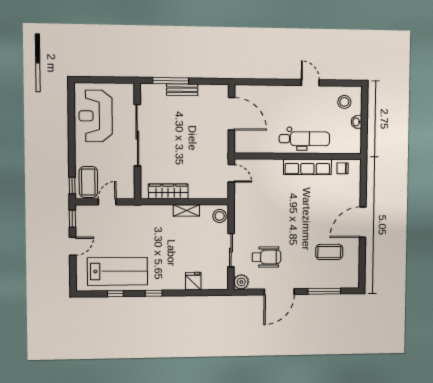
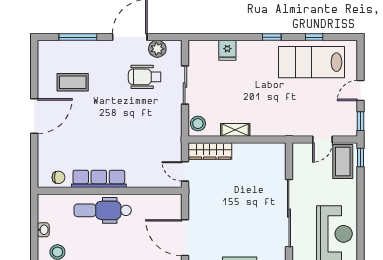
wardrobe: (168, 191) -> (210, 151), moved
plant: (241, 282) -> (157, 49), moved

